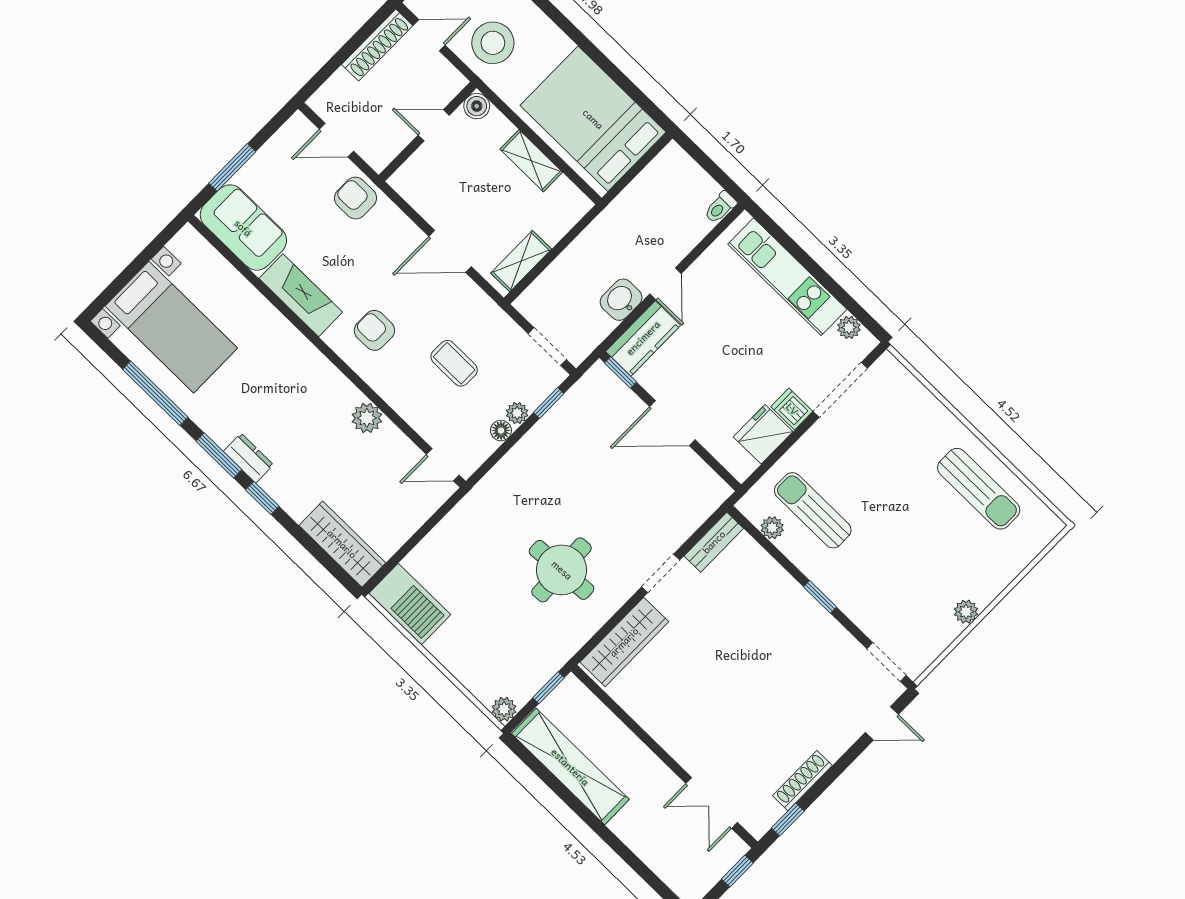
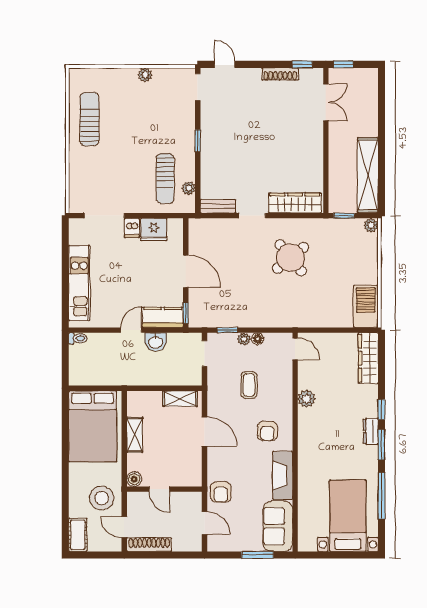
plant: (849, 327) -> (75, 237), removed
round table: (562, 570) -> (291, 258), turned -36

